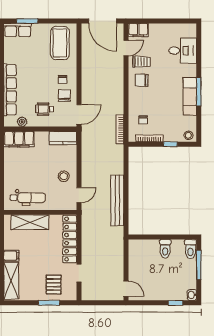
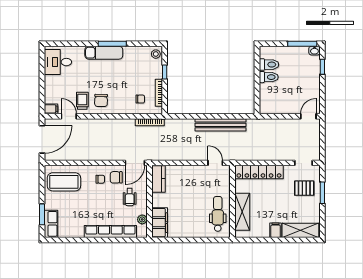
filing cabinet: (138, 30) -> (51, 109), width x0.50
desk: (183, 51) -> (58, 62), moved, turned -90
exam couch: (190, 96) -> (104, 53), moved
door: (79, 114) -> (135, 163), swing flipped
stool: (64, 176) -> (196, 178), removed
toilet: (190, 249) -> (269, 65), moved
window: (199, 265) -> (302, 44), moved
doorway: (79, 273) -> (303, 163), moved

